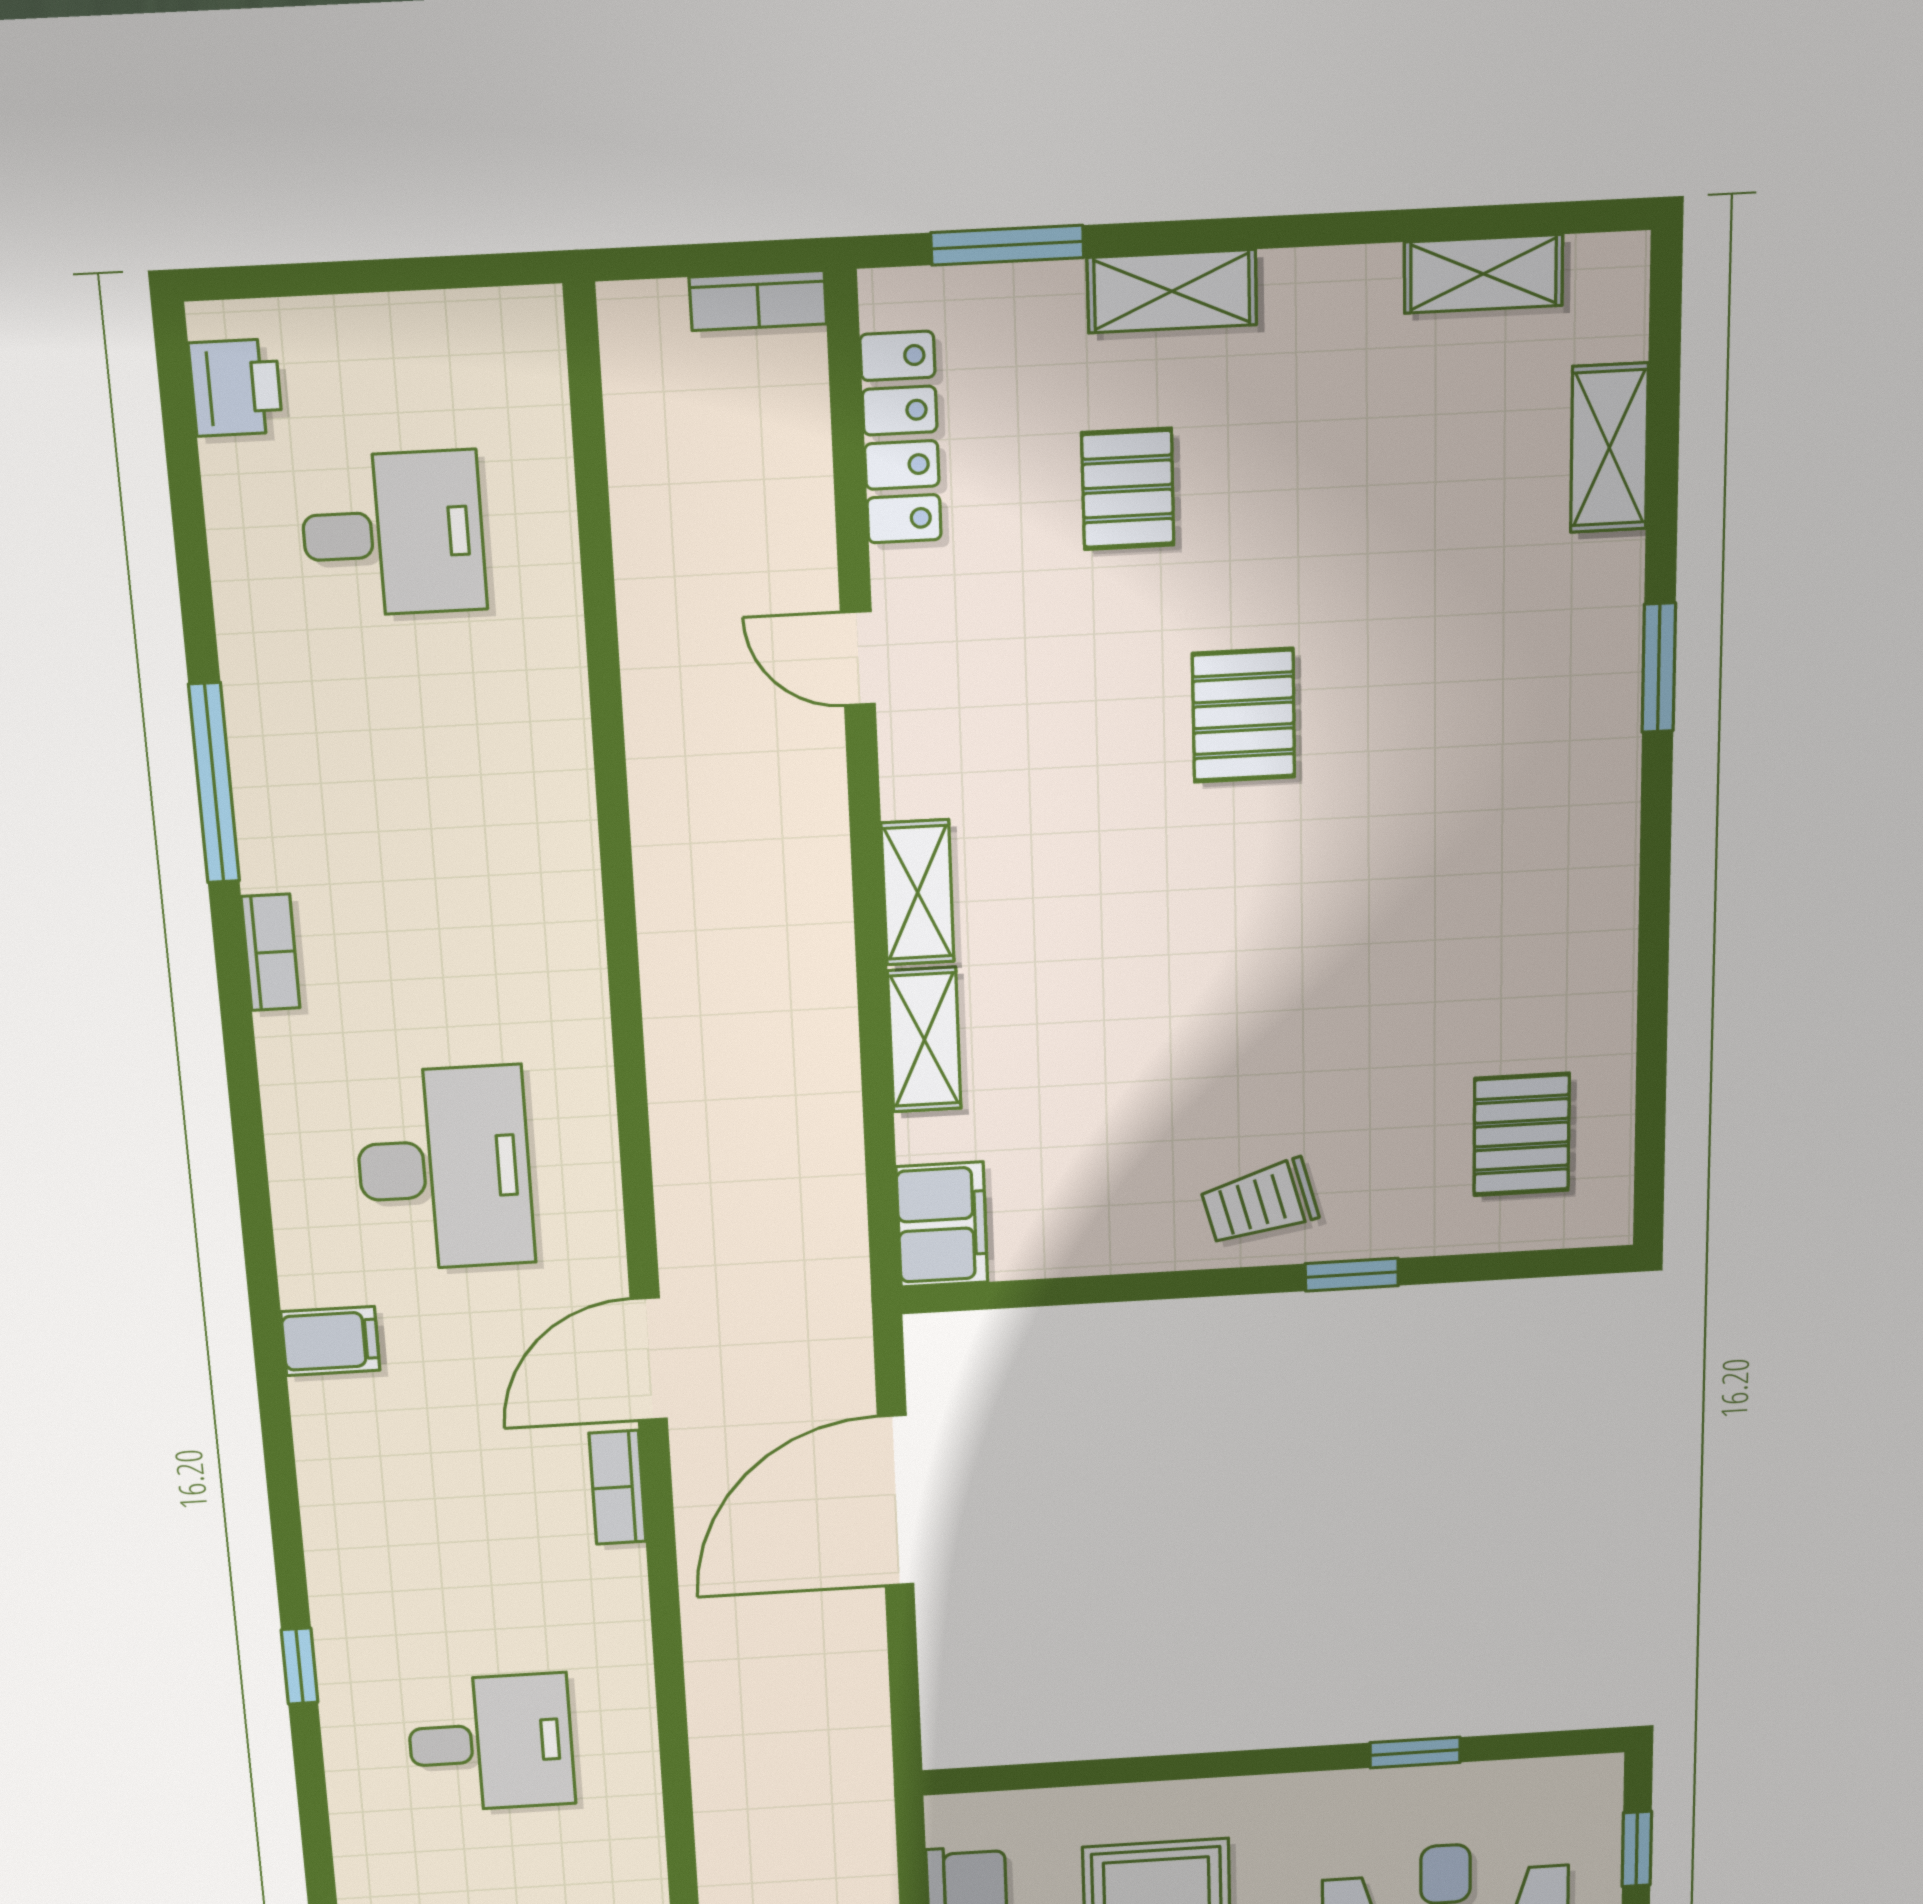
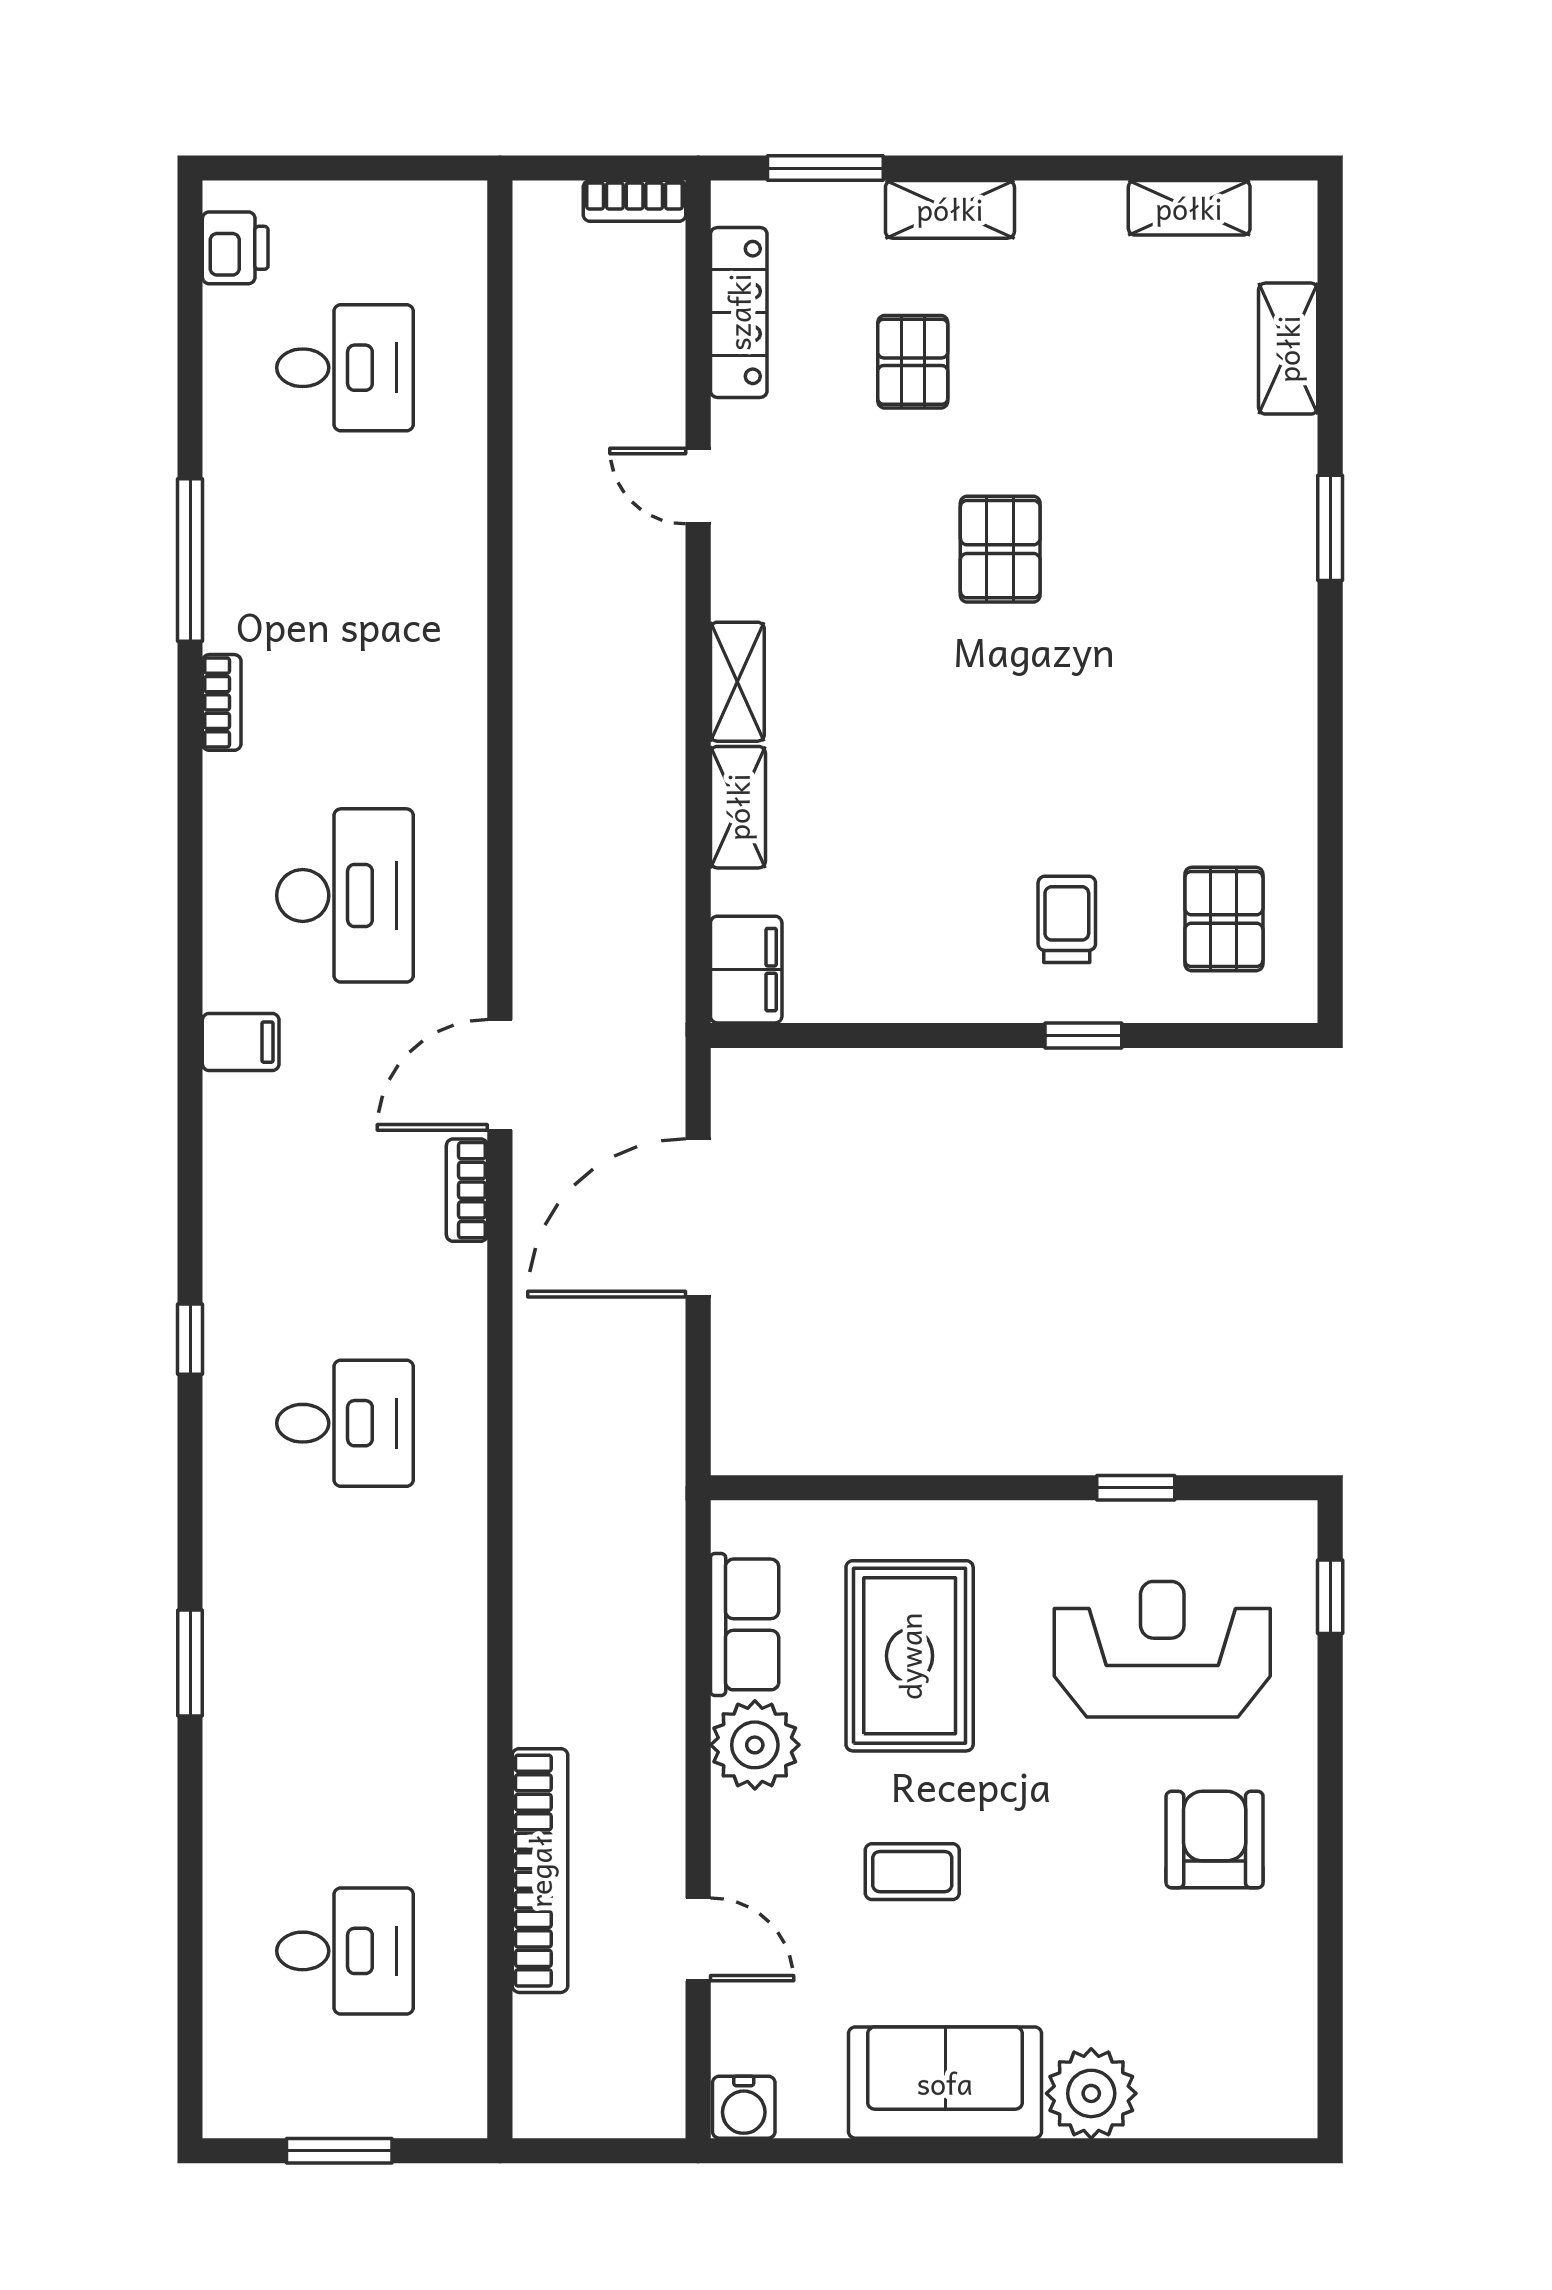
trolley: (1260, 1202) -> (1067, 919), moved, turned 105

